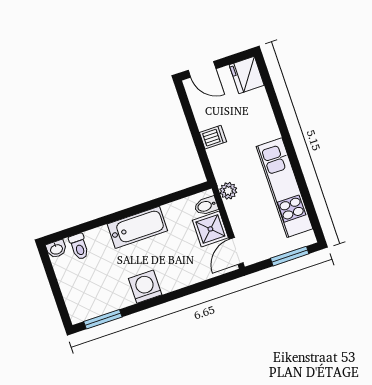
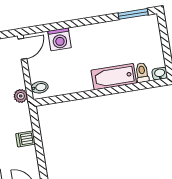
bathtub: (137, 227) -> (114, 77), moved
shower: (210, 229) -> (39, 69), removed
washing machine: (145, 287) -> (60, 39), moved

